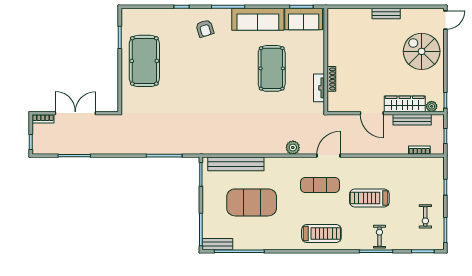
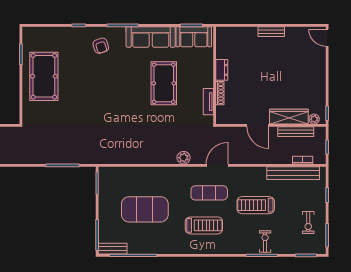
door: (445, 20) -> (327, 38), swing flipped
spiral stairs: (422, 51) -> (305, 67), removed
dresser: (333, 54) -> (222, 70), added
bench: (236, 164) -> (293, 173), moved
treadmill: (321, 234) -> (204, 225), moved

